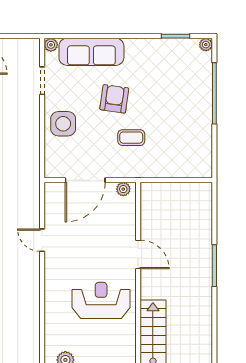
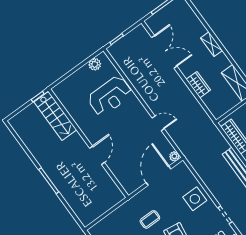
plant: (123, 189) -> (174, 156), moved
door: (138, 254) -> (97, 155), swing flipped
reception desk: (101, 300) -> (110, 96), moved

